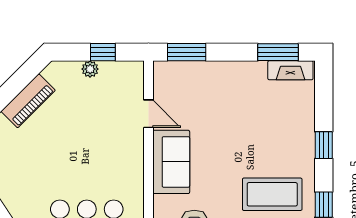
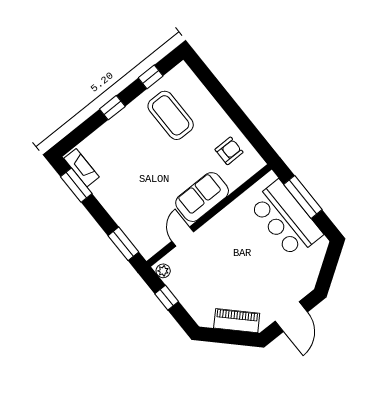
plant: (90, 69) -> (163, 271), moved

